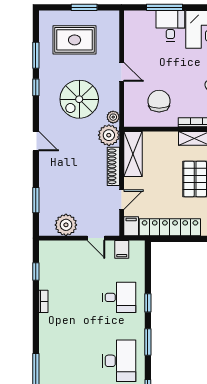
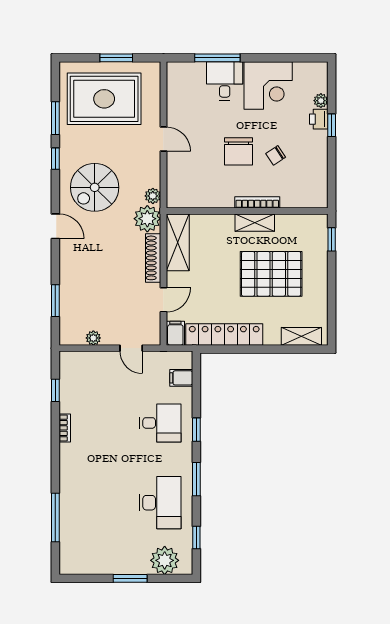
rug: (75, 40) -> (104, 99), width x1.37, depth x1.44
spiral stairs: (79, 99) -> (95, 187), moved
chair: (159, 101) -> (239, 151), moved, turned 180
plant: (66, 225) -> (93, 338), width x0.53, depth x0.53
filing cabinet: (122, 249) -> (181, 378), moved, turned 90

